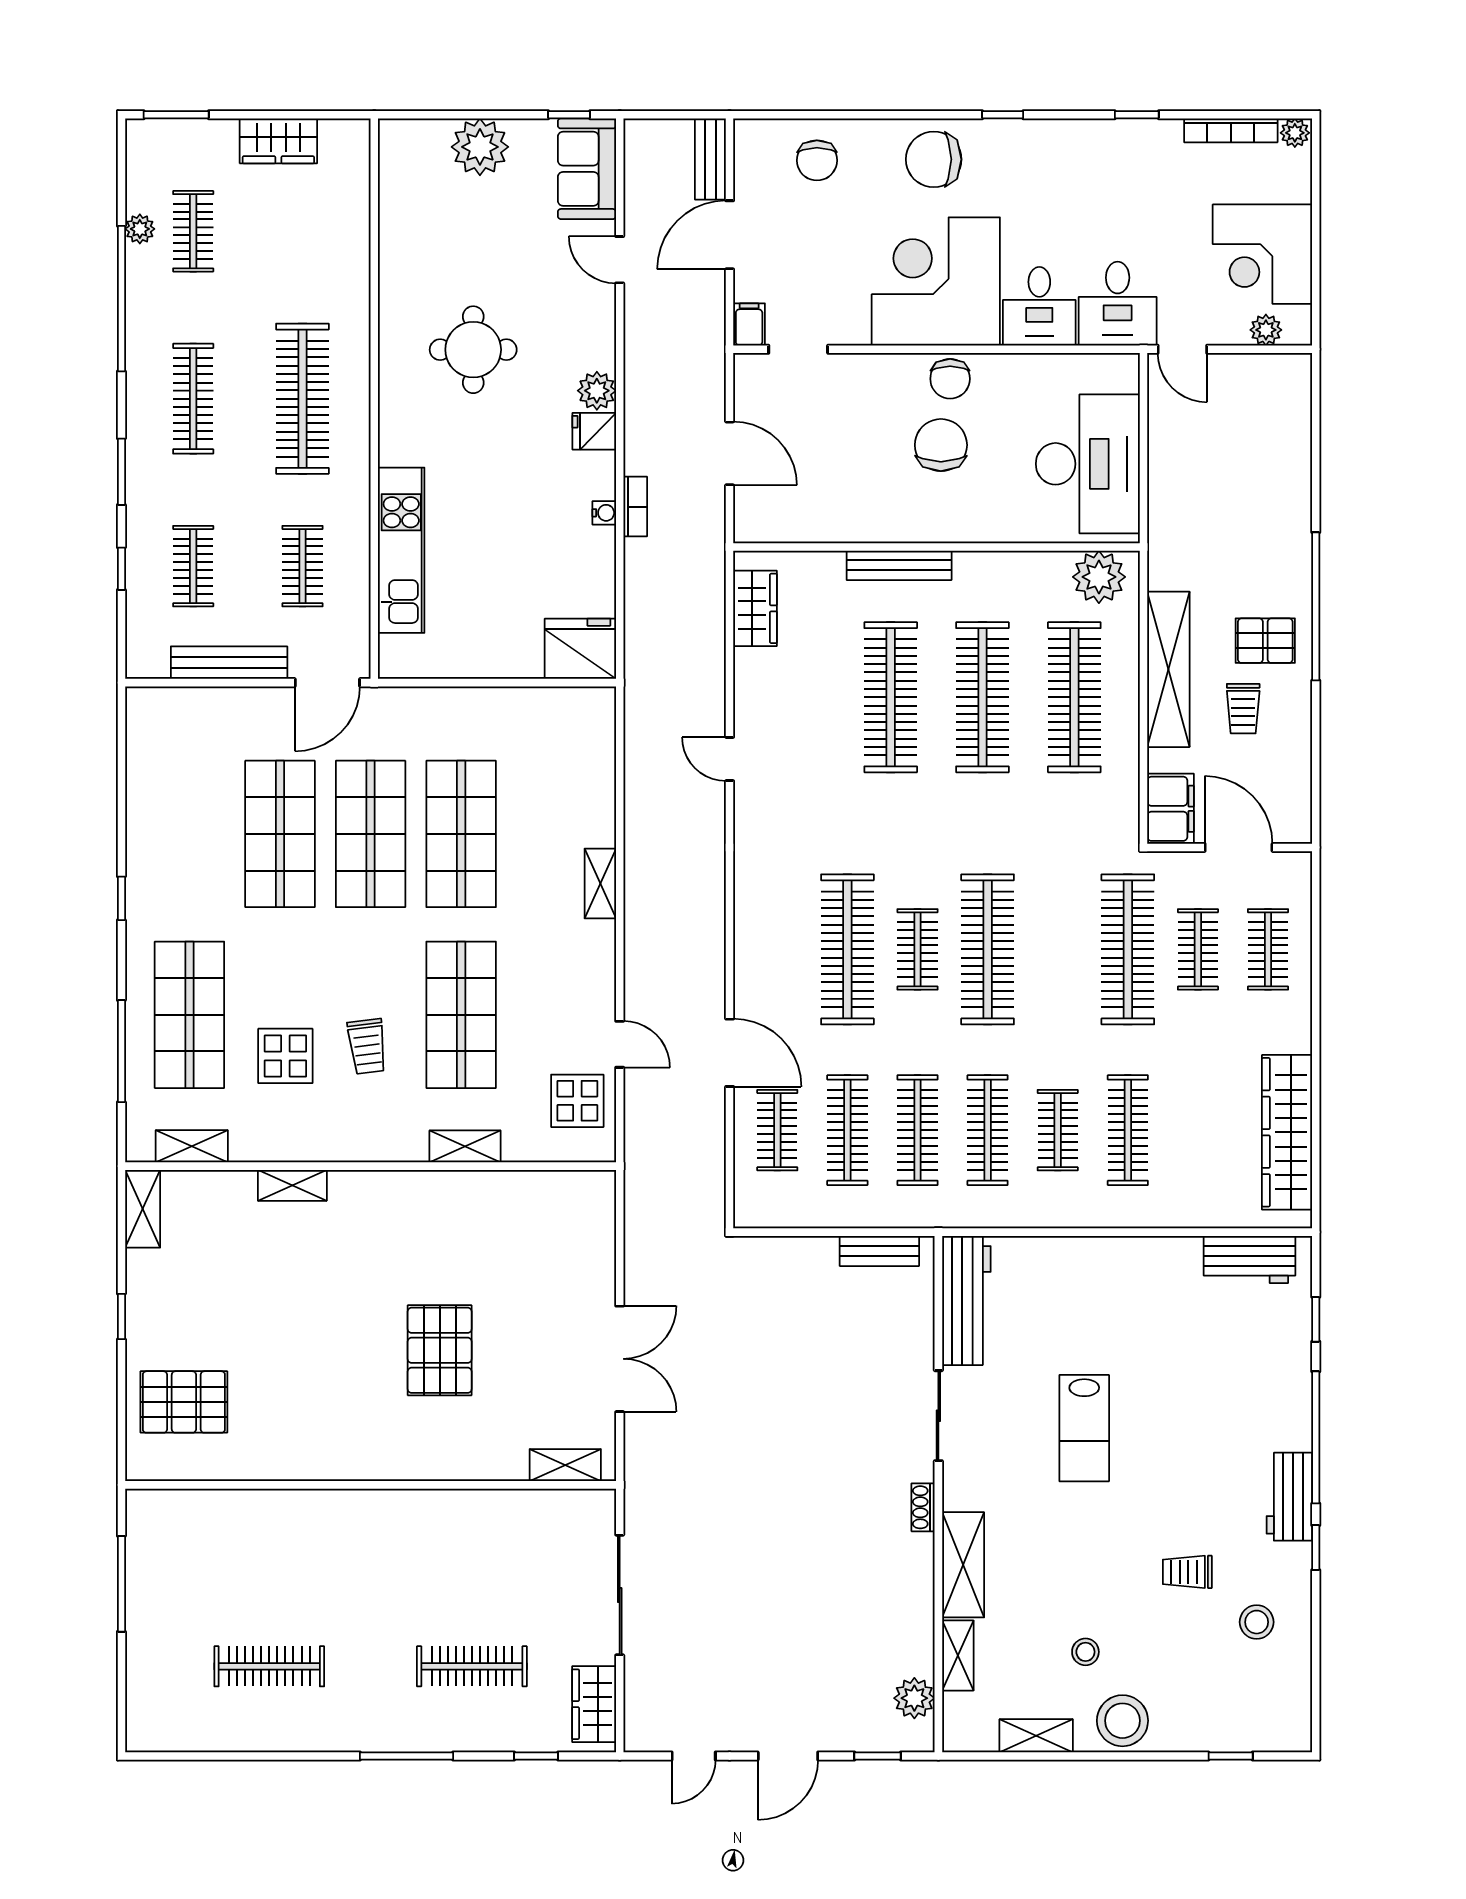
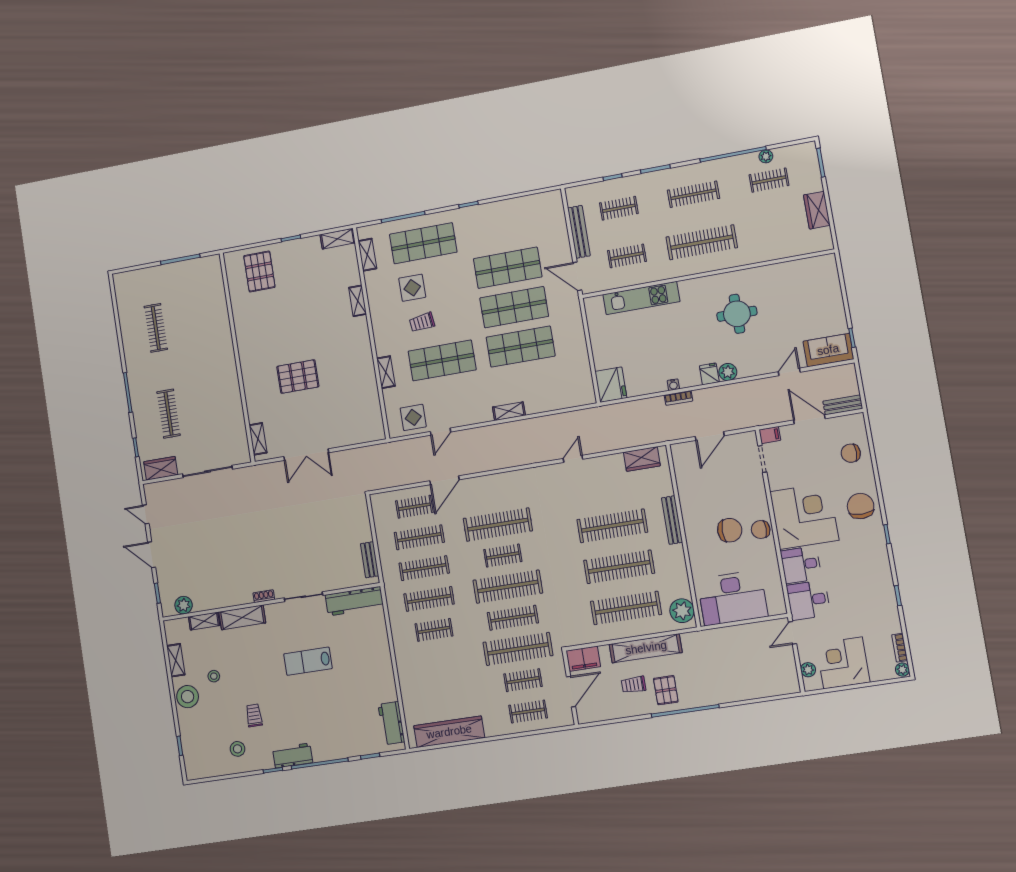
bookcase: (1231, 130) -> (900, 648), width x0.64
plant: (480, 147) -> (830, 300), removed
clothes rail: (1128, 1130) -> (513, 618), moved

